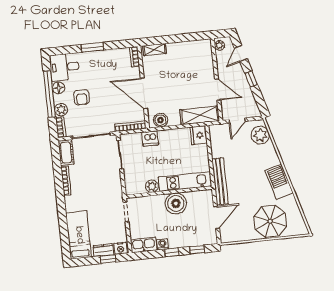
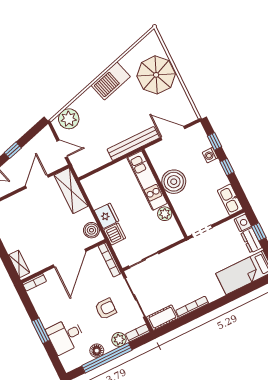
desk: (64, 67) -> (66, 336), moved, turned 90
armchair: (82, 97) -> (106, 309), moved
fridge: (199, 135) -> (107, 216), moved, turned -90
washing machine: (162, 244) -> (210, 155), moved

